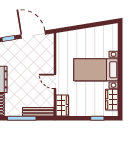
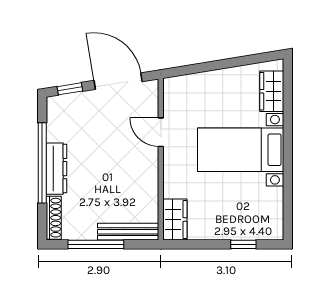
door: (55, 81) -> (161, 132), moved
wardrobe: (112, 100) -> (272, 91), moved

